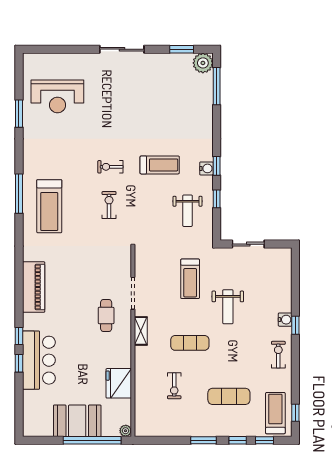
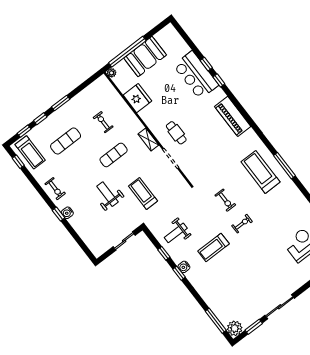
sliding door: (122, 49) -> (280, 307), moved
weight bench: (188, 211) -> (176, 233), turned -90

